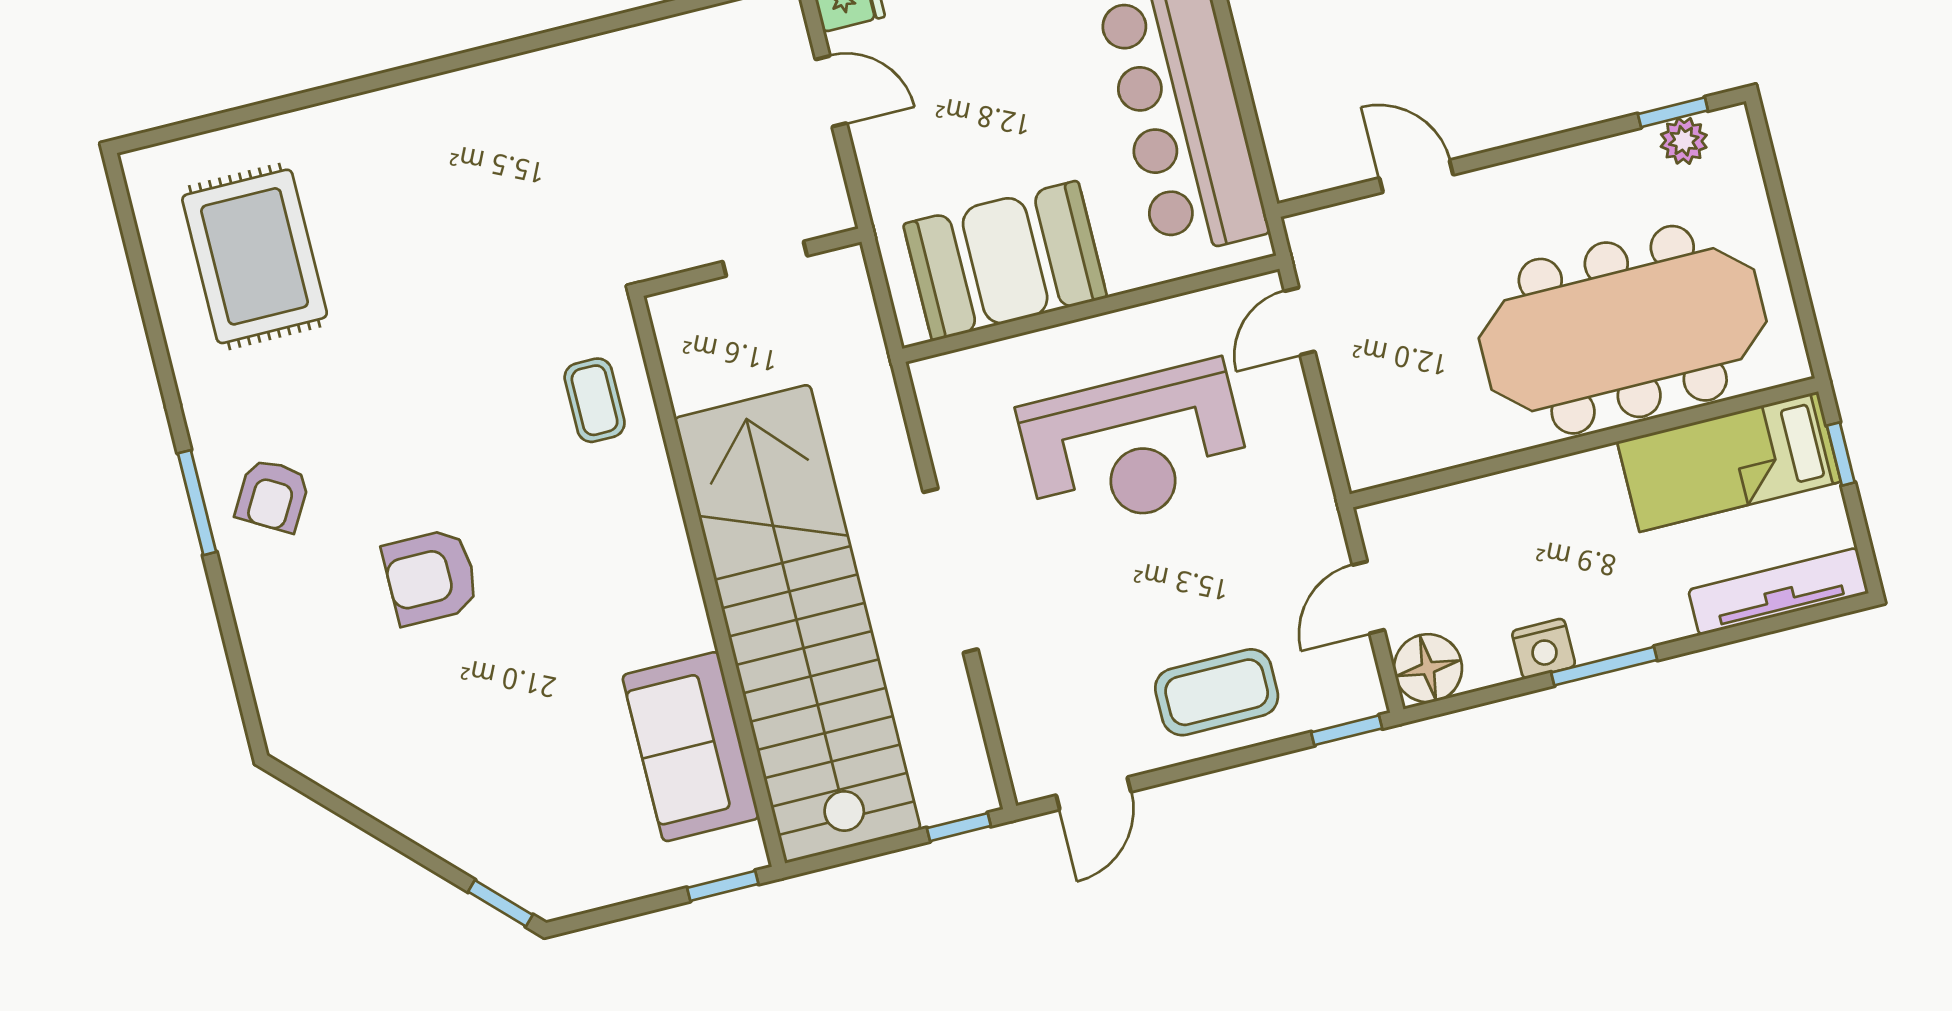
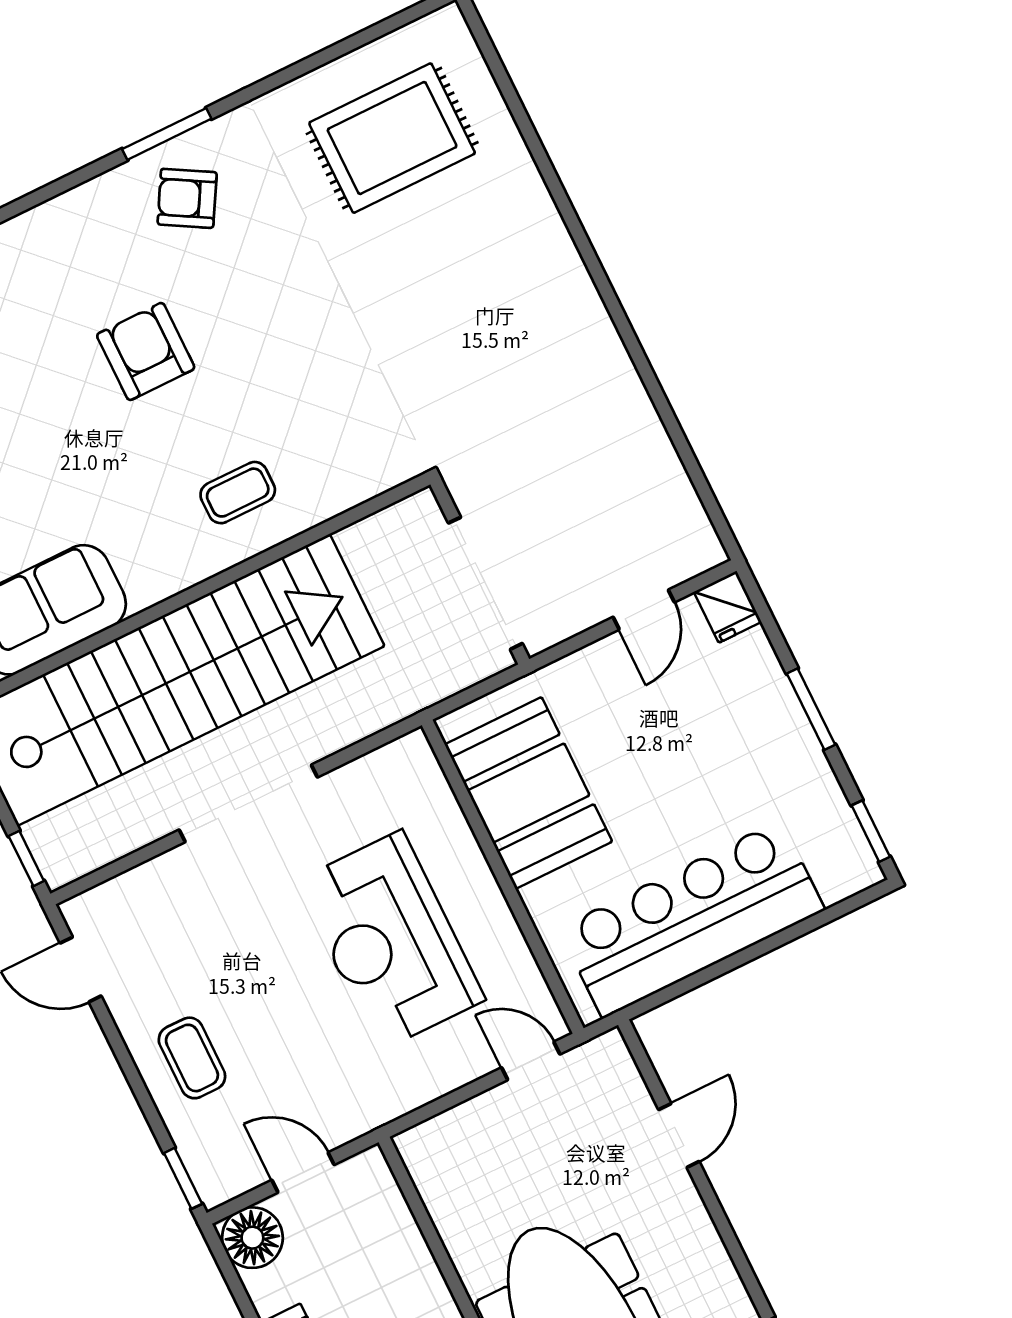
doorway: (765, 259) -> (485, 583), width x1.88
coffee table: (595, 400) -> (238, 493), moved
coffee table: (1217, 692) -> (192, 1058), width x0.73, depth x0.77

